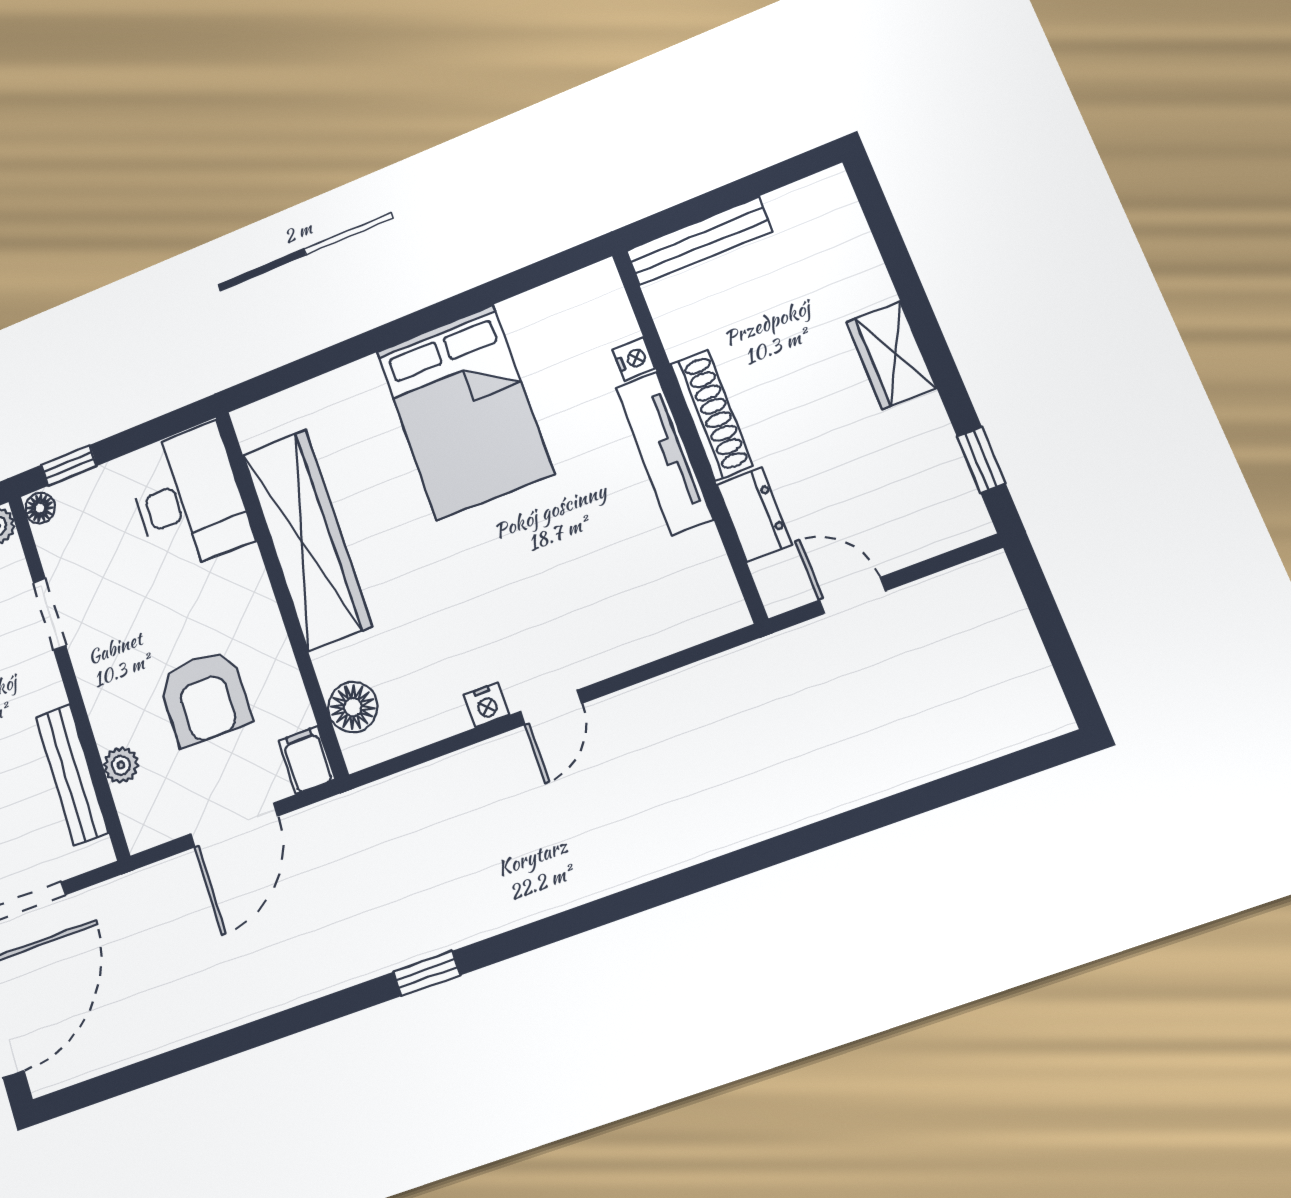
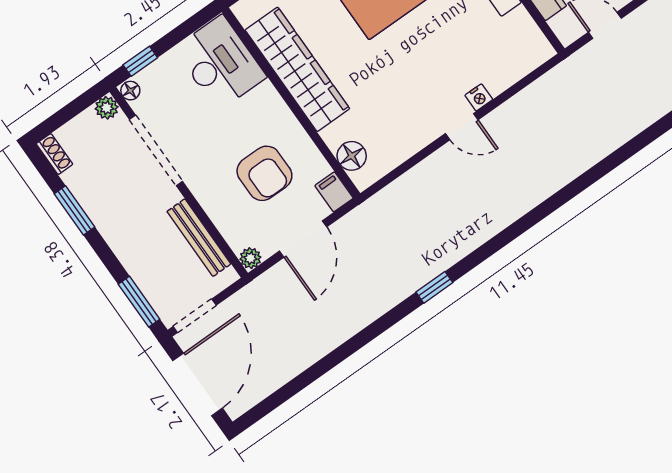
doorway: (50, 614) -> (156, 150), width x1.88
nightstand: (486, 705) -> (479, 97), moved
door: (551, 707) -> (462, 127), hinge flipped
plant: (121, 765) -> (250, 258), moved

